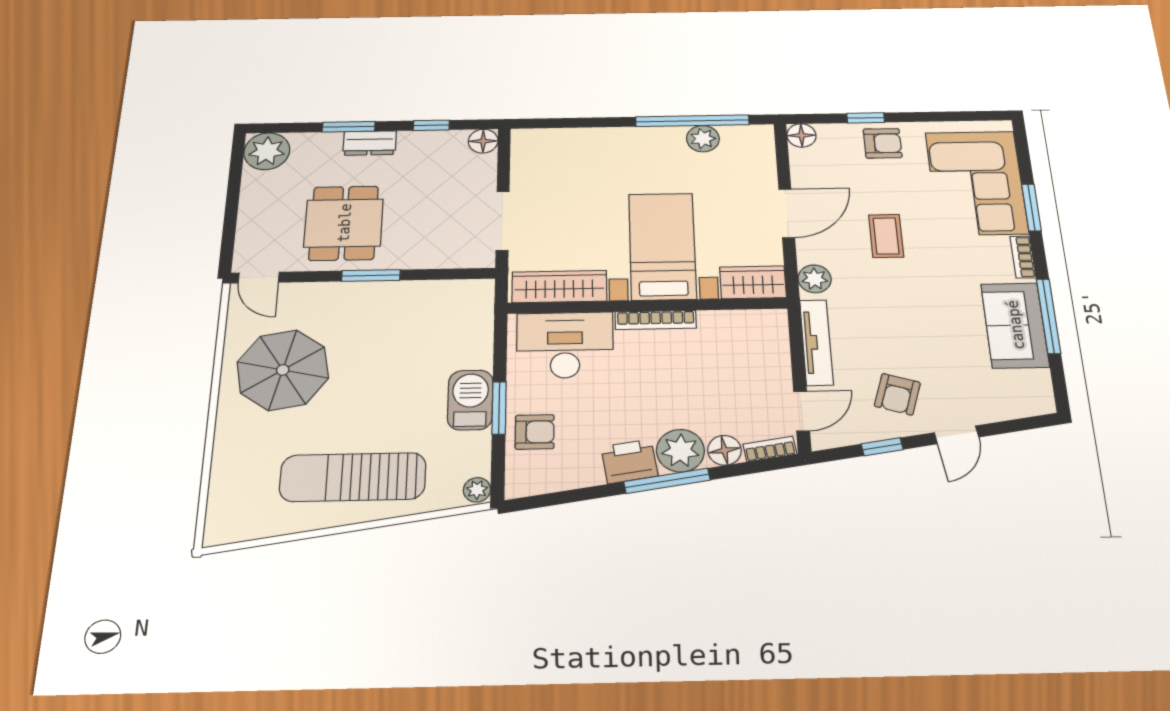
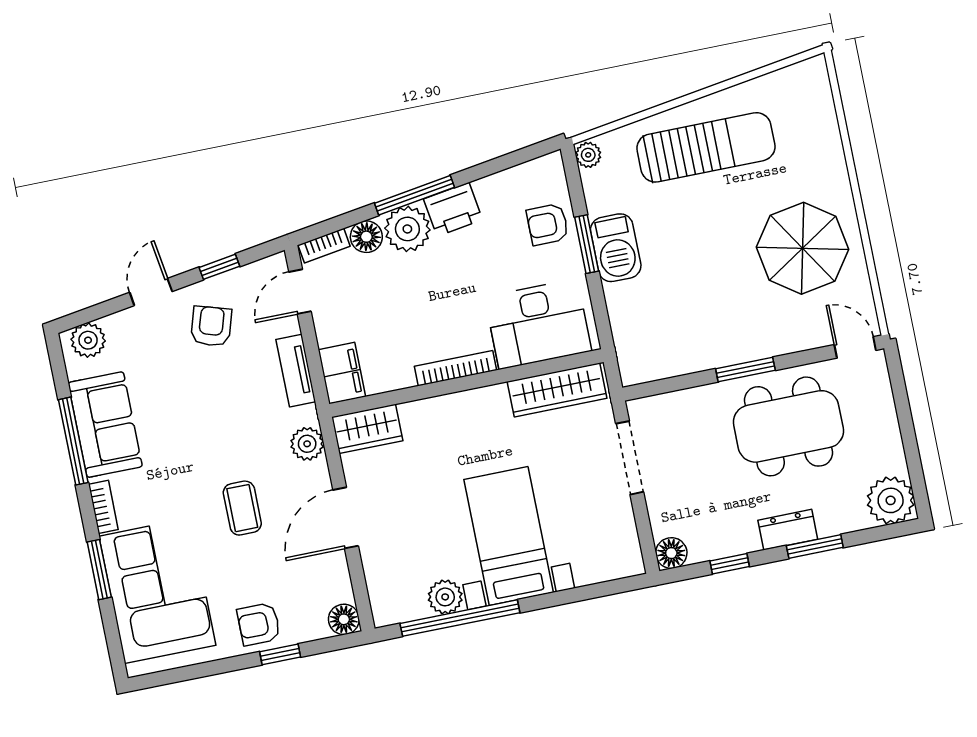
dining table: (344, 223) -> (788, 426), width x1.37
bed with nightstands: (662, 246) -> (509, 536), moved, turned 180
filing cabinet: (770, 333) -> (342, 373), added
tv unit: (816, 342) -> (296, 371), width x0.71
plant: (1026, 401) -> (88, 340), added

